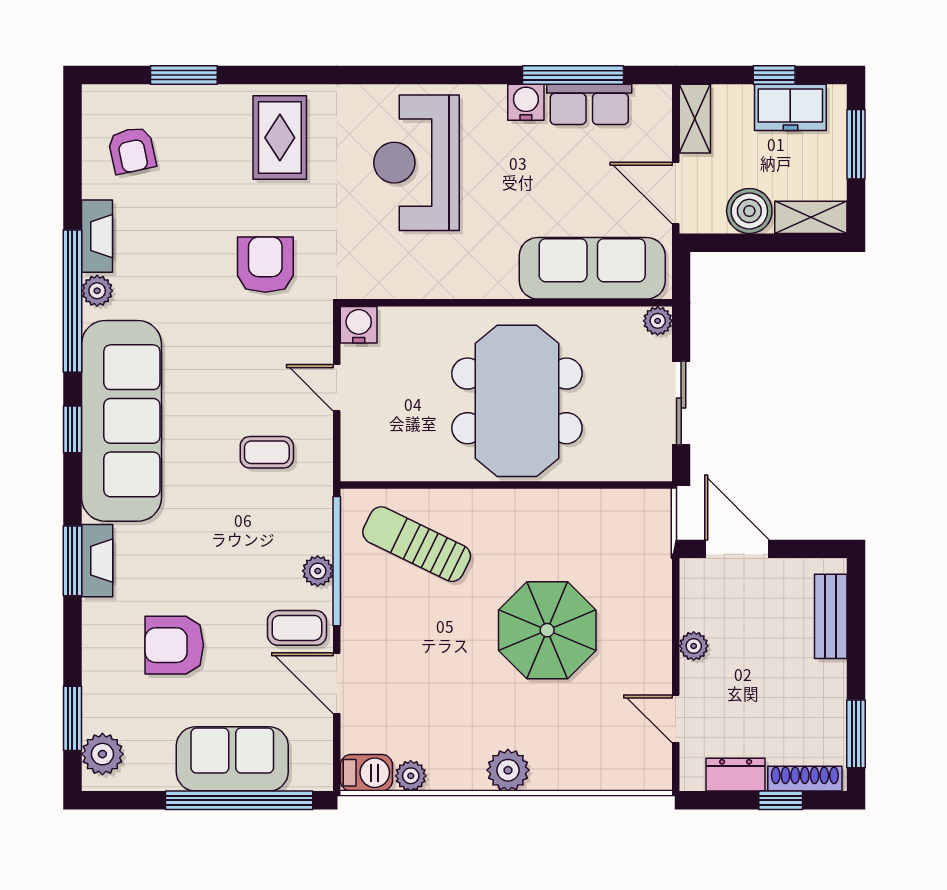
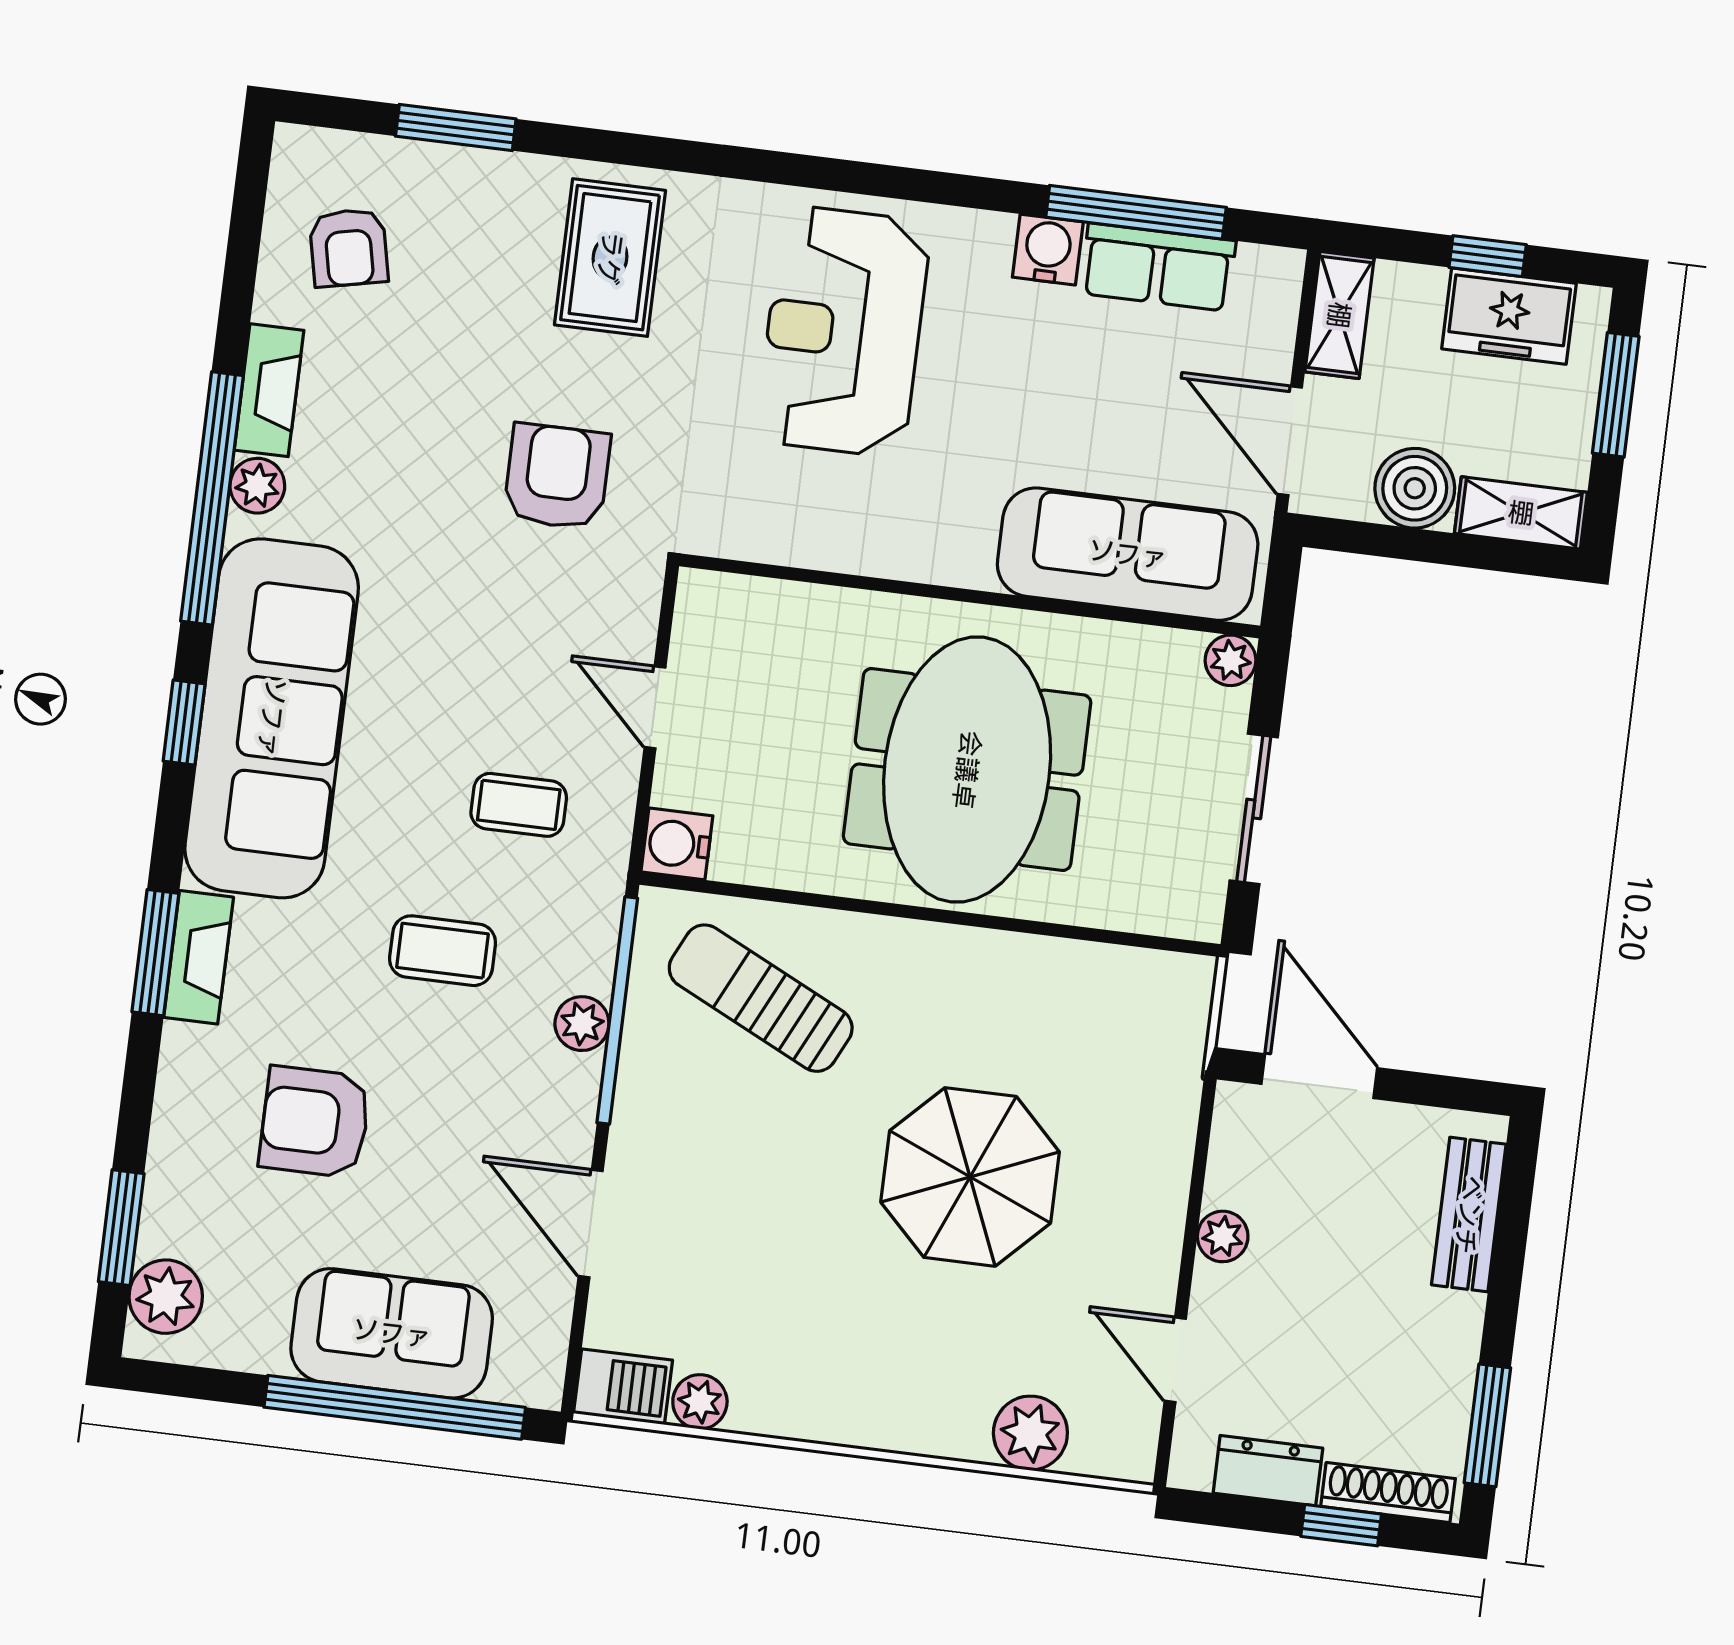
water cooler: (359, 325) -> (677, 844), moved, turned -90
coffee table: (297, 628) -> (443, 951), moved
plant: (508, 770) -> (1030, 1433), moved

